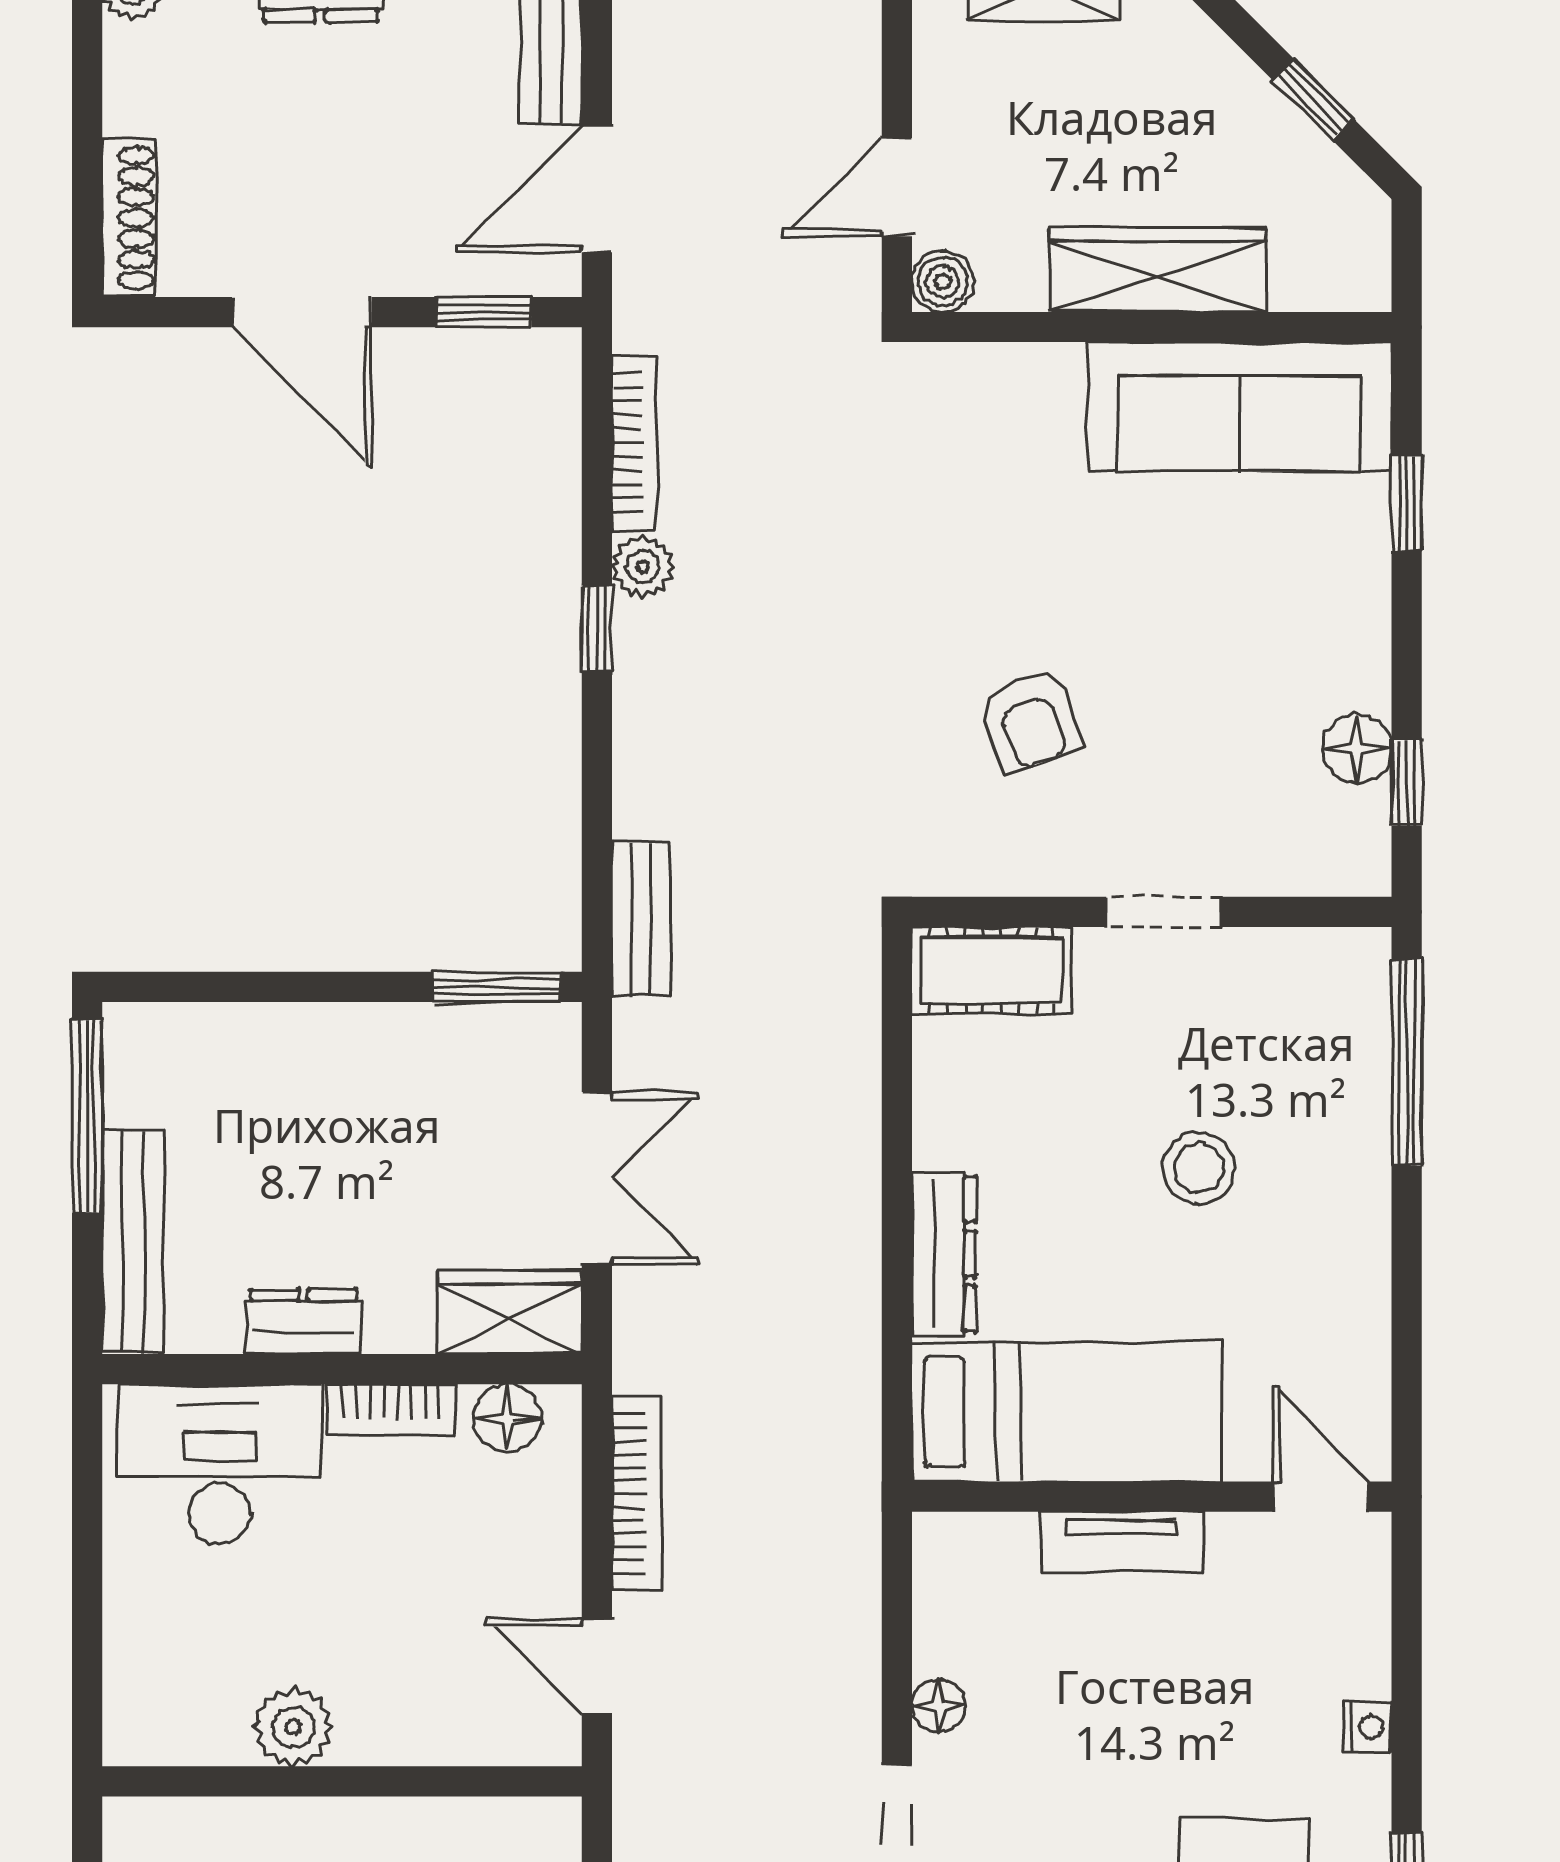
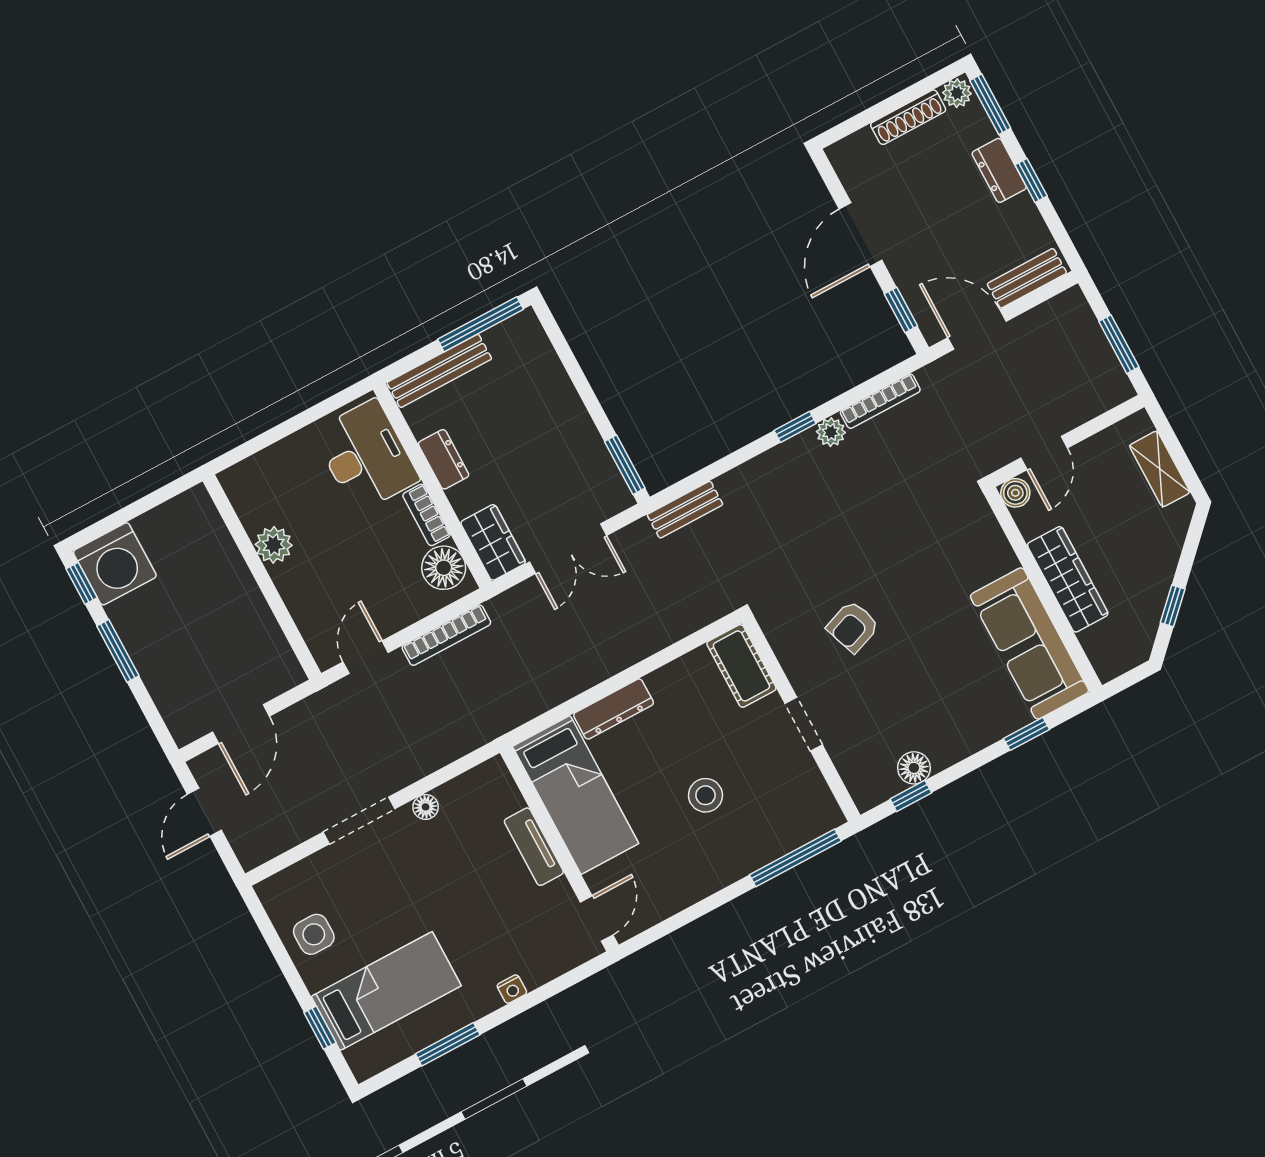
door: (897, 187) -> (1044, 453), swing flipped
shoe rack: (129, 218) -> (908, 117), moved
floor lamp: (507, 1418) -> (444, 568), width x1.38, depth x1.38

